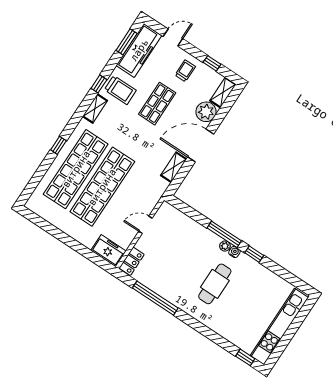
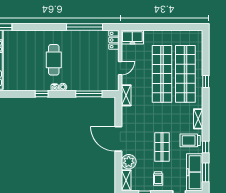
window: (99, 84) -> (206, 147), moved
door: (201, 146) -> (118, 139), swing flipped
shelving: (174, 167) -> (126, 95), moved
window: (224, 234) -> (89, 94), moved

